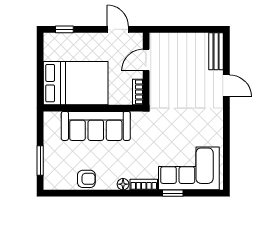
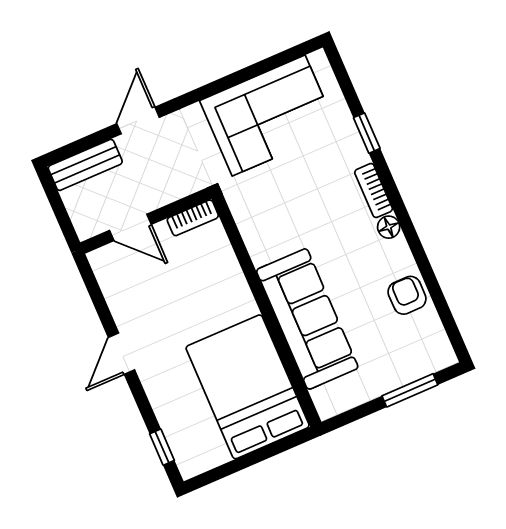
door: (146, 60) -> (130, 227), moved
wall: (146, 69) -> (146, 221), moved
bookcase: (138, 92) -> (193, 218), moved
corner sofa: (189, 168) -> (269, 116), moved, turned -90

